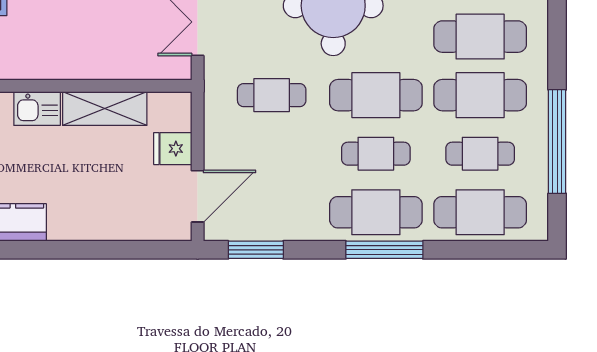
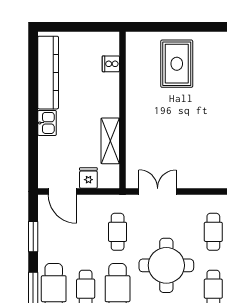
kitchen sink: (37, 109) -> (47, 123), moved, turned 180
window: (256, 250) -> (33, 237), moved

